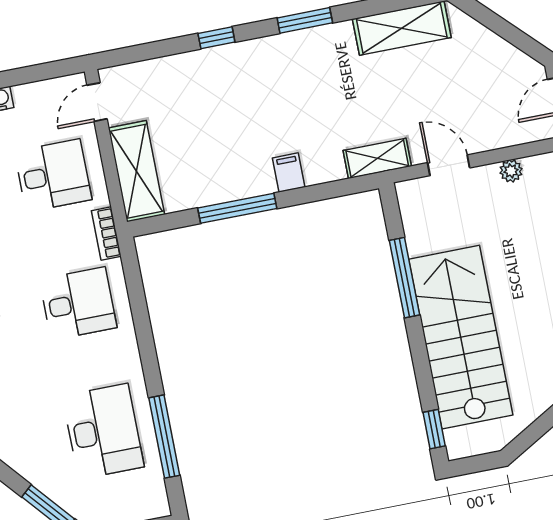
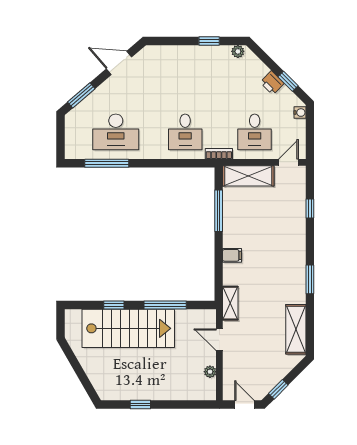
window: (216, 38) -> (310, 209), moved
window: (519, 39) -> (278, 389), added
door: (97, 102) -> (288, 162), hinge flipped
door: (449, 165) -> (219, 340), swing flipped
window: (237, 208) -> (219, 211), moved
window: (434, 429) -> (114, 305), moved

